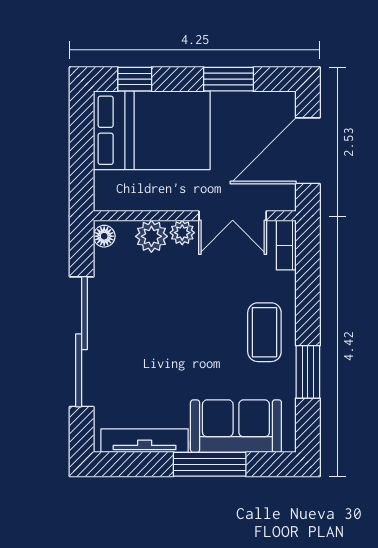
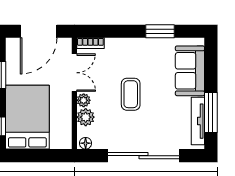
door: (308, 151) -> (39, 31), hinge flipped
coffee table: (264, 332) -> (131, 94), moved, turned 90
window: (210, 464) -> (211, 112), moved

